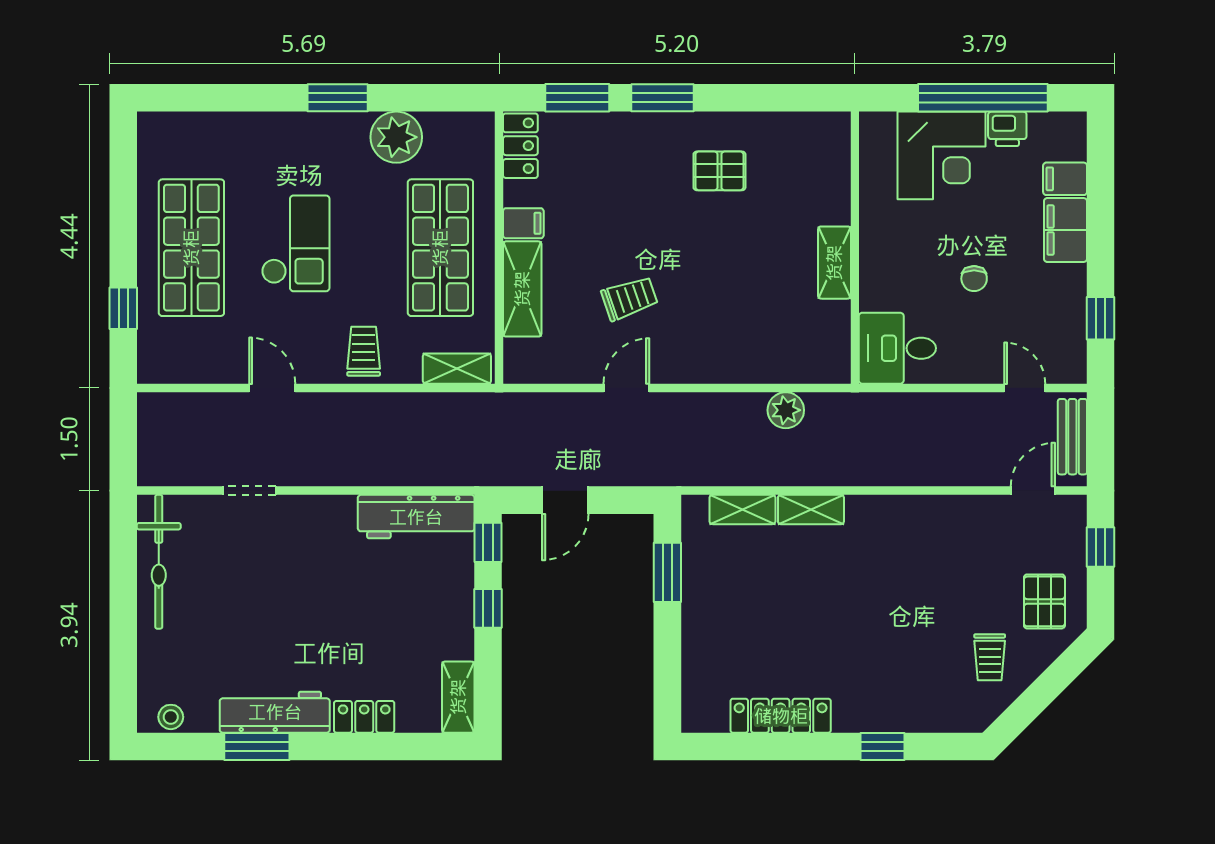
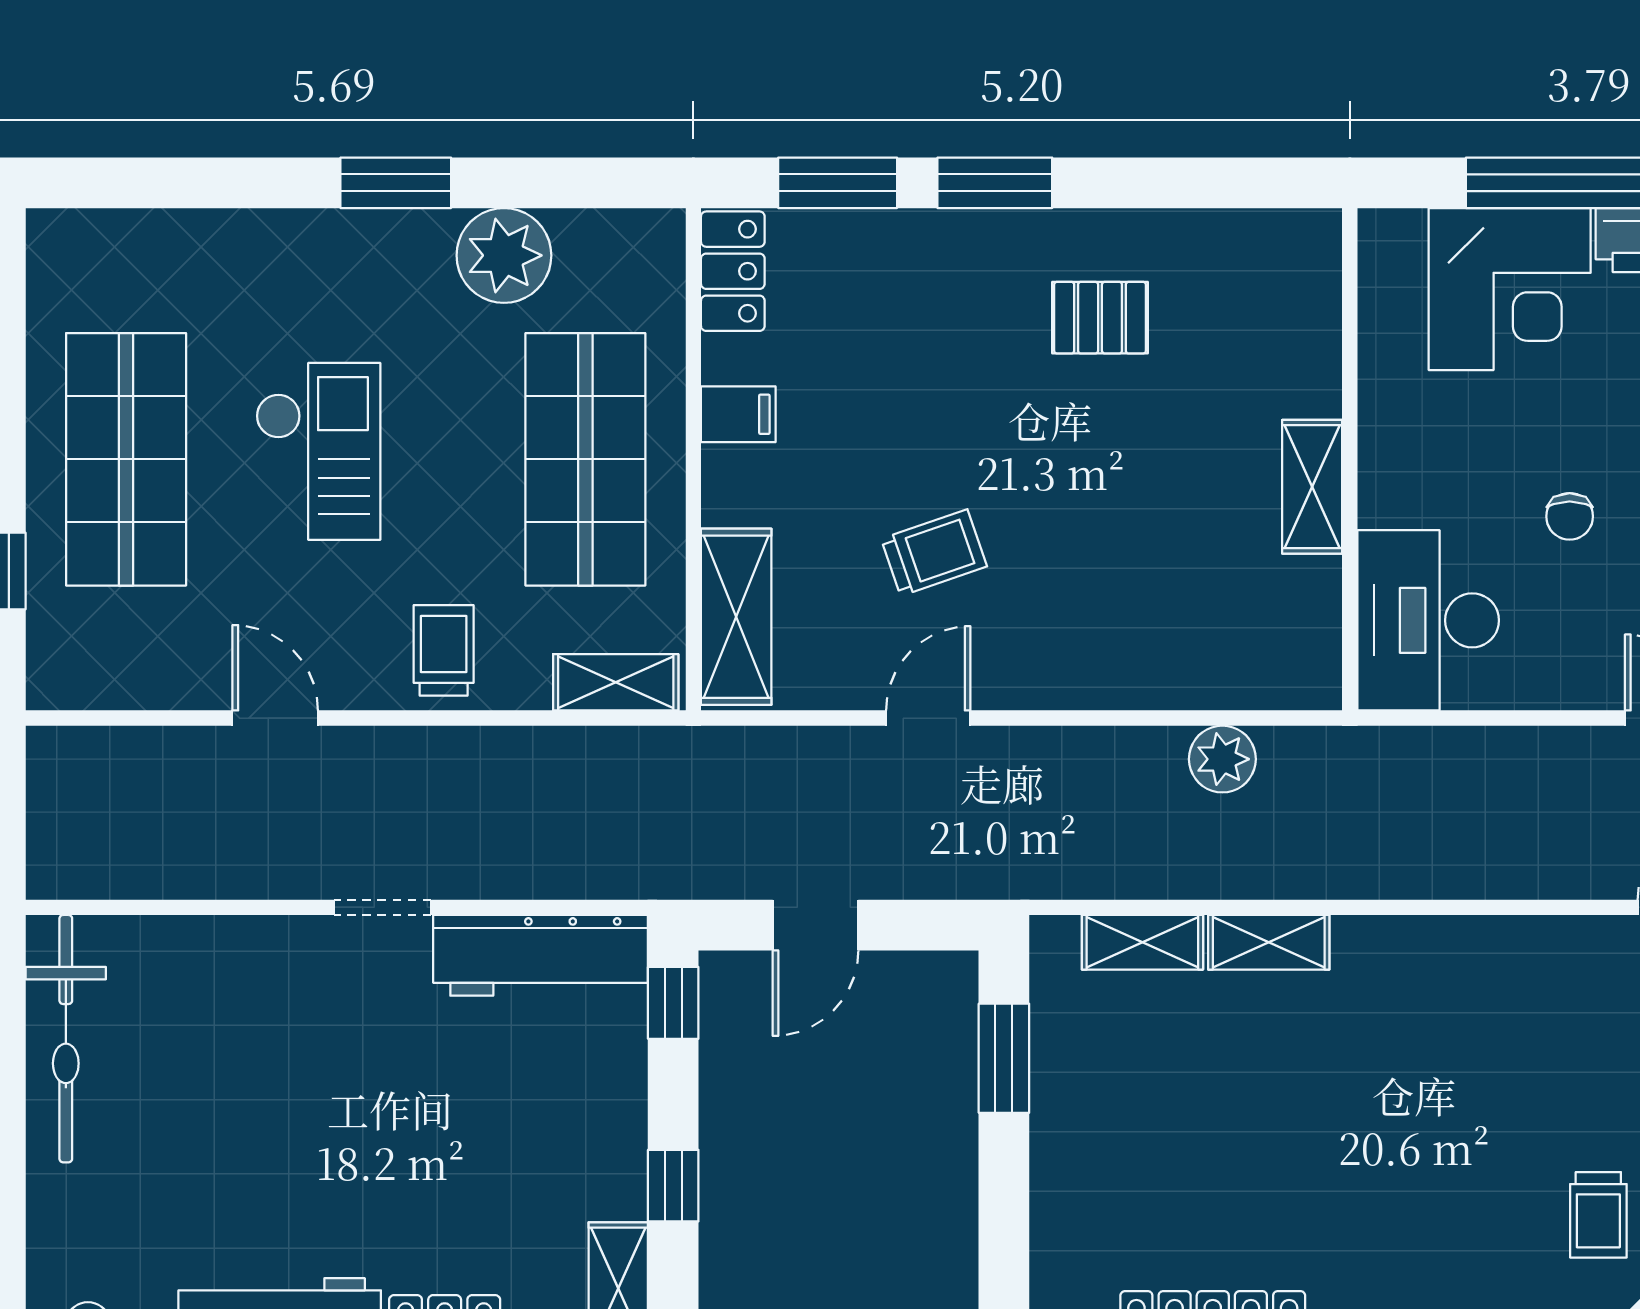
shelving: (522, 289) -> (736, 617), moved
desk: (897, 348) -> (1428, 620), width x1.37
doorway: (249, 491) -> (383, 907), moved
window: (488, 608) -> (673, 1186), moved

